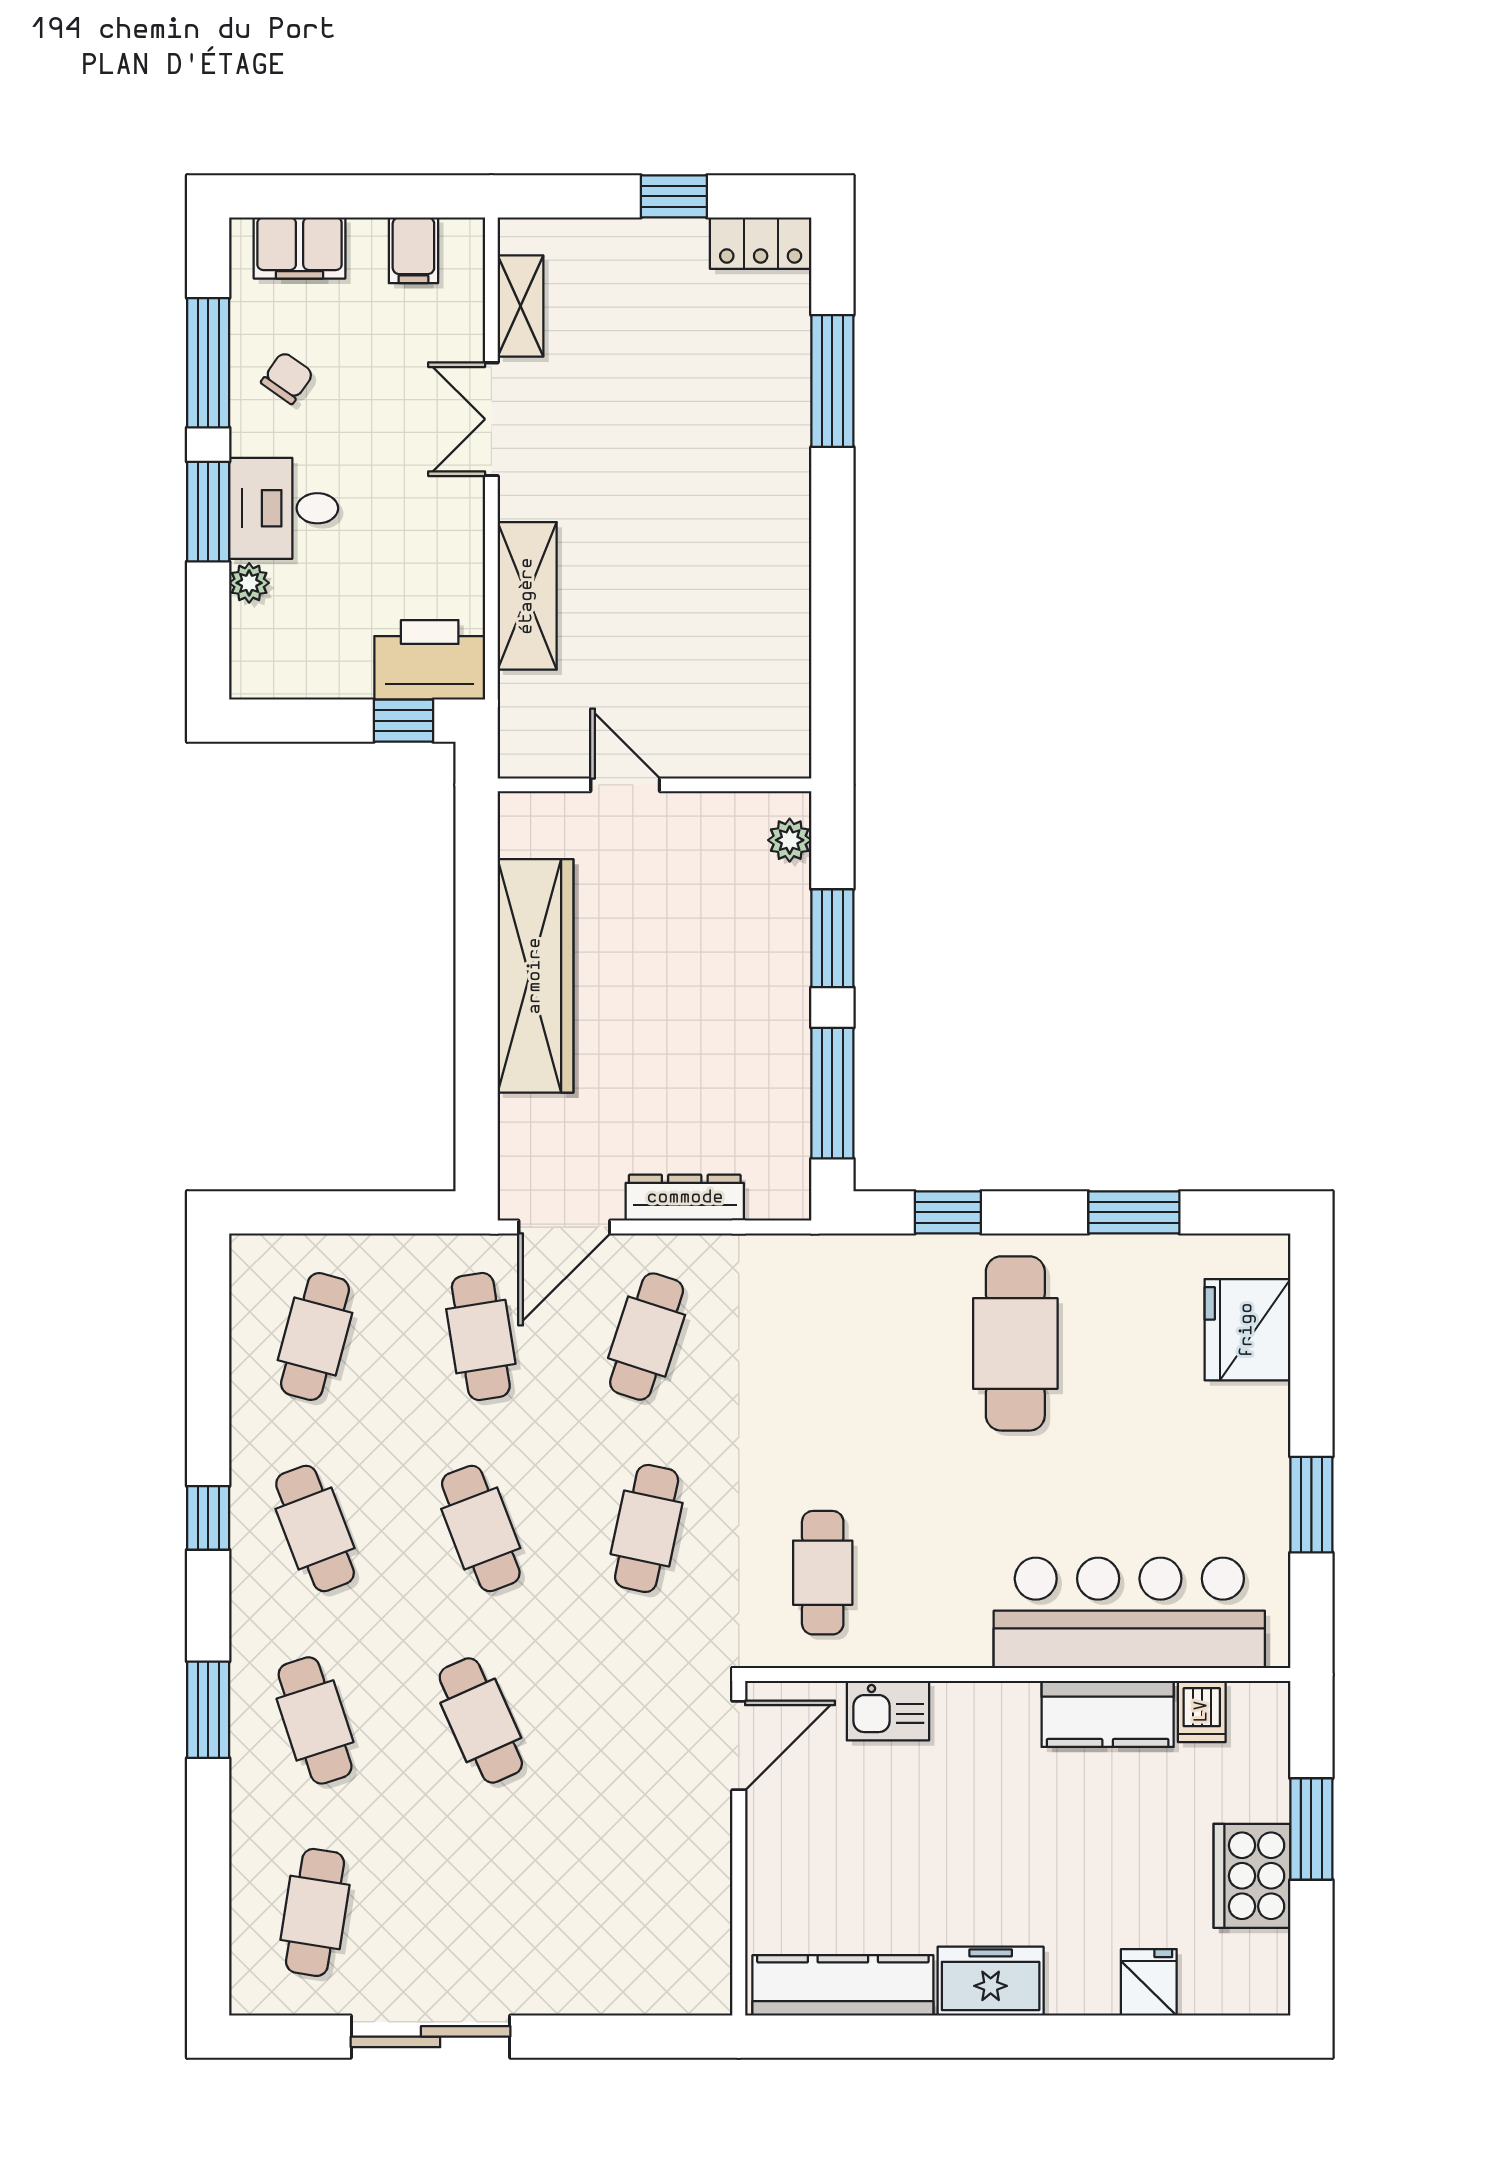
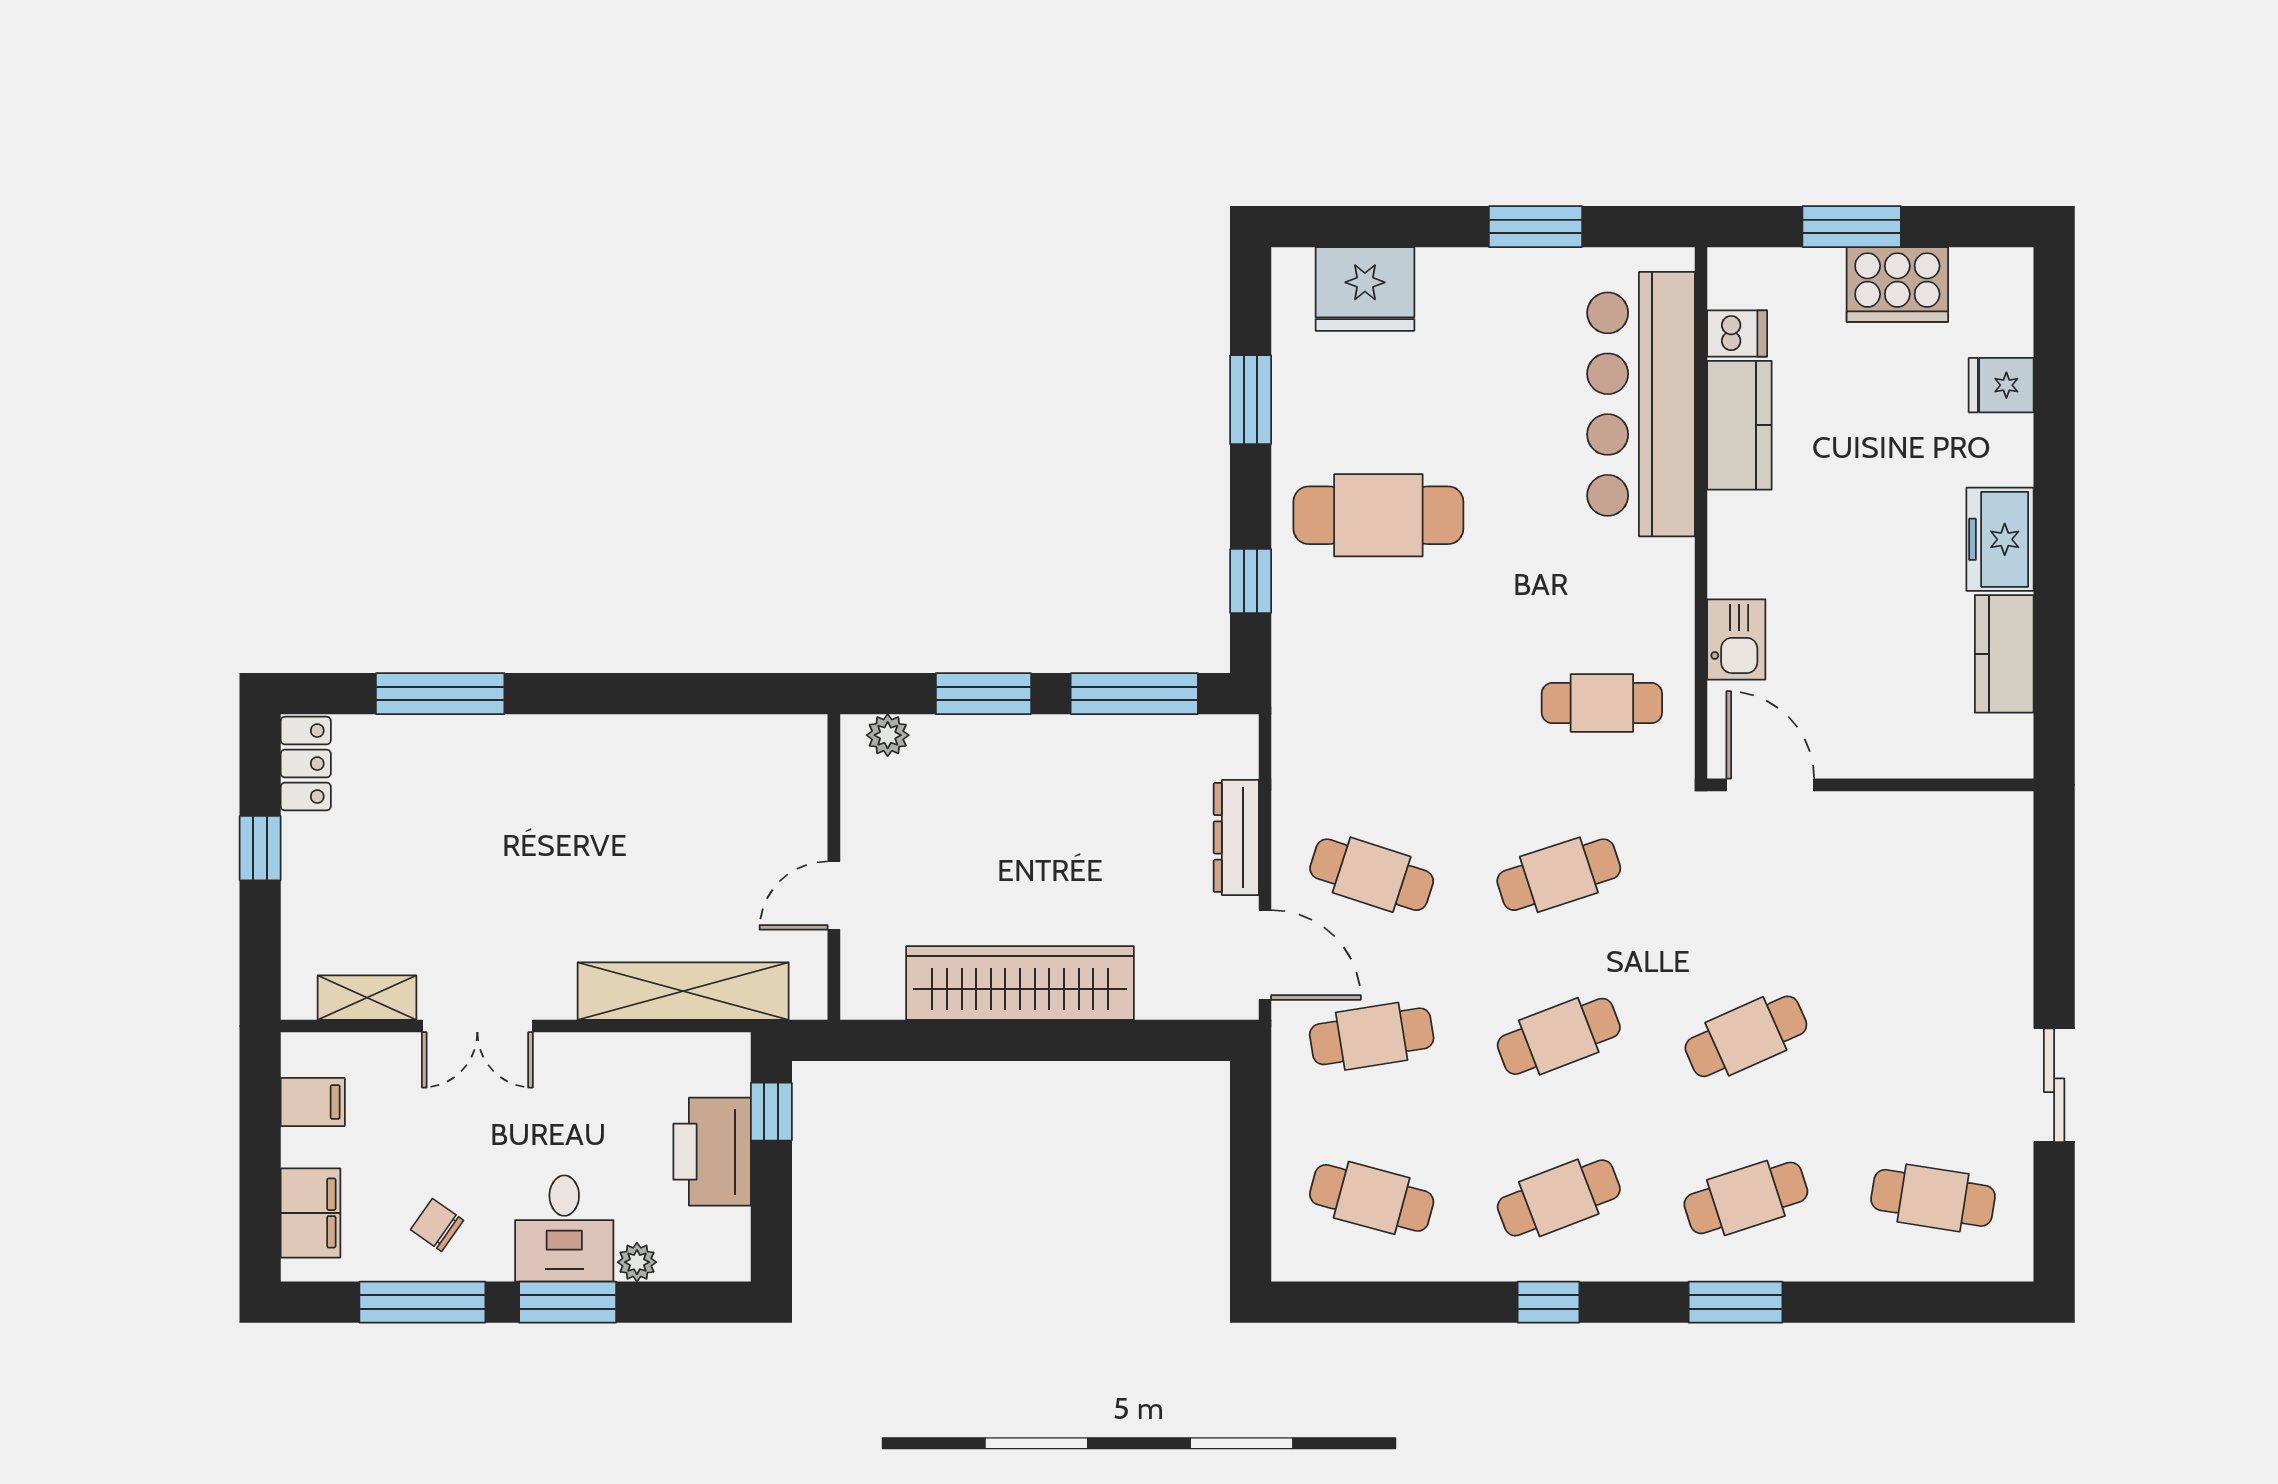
shelving: (527, 596) -> (683, 991), width x1.47
printer: (430, 660) -> (712, 1152), moved
cafe table: (647, 1528) -> (1559, 875), turned -30
kitchen counter: (843, 1985) -> (2004, 654), width x0.67
sliding door: (431, 2037) -> (2054, 1085), width x0.73

